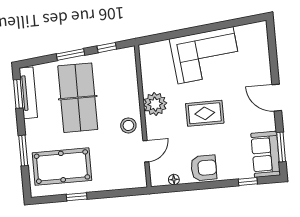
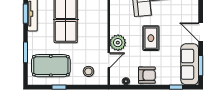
plant: (155, 104) -> (118, 43), moved
rug: (205, 113) -> (151, 38), turned 90
stool: (128, 125) -> (88, 71), moved
sofa: (266, 154) -> (190, 64), width x1.36

